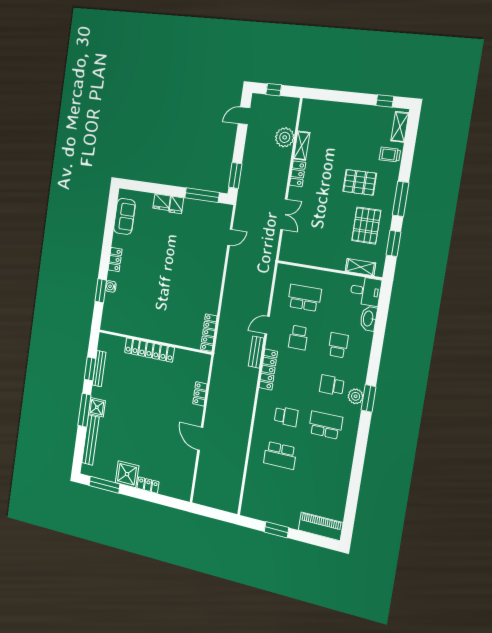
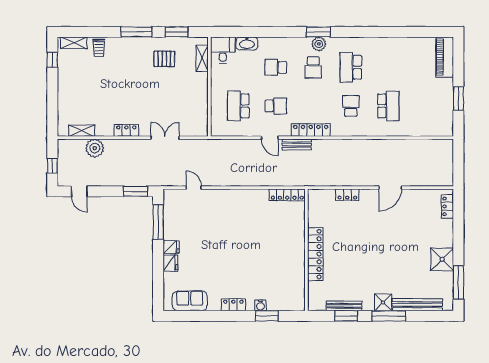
shelving: (302, 146) -> (82, 131), moved
pallet: (360, 182) -> (127, 71), removed
pallet: (366, 226) -> (164, 59), width x0.67, depth x0.71
locker: (148, 485) -> (448, 206), moved

